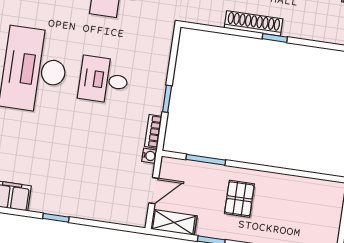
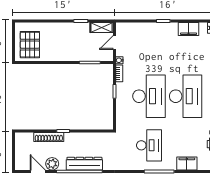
shoe rack: (254, 23) -> (49, 137), moved
desk: (104, 80) -> (149, 96), width x1.87, depth x1.30
pallet: (239, 199) -> (30, 45), moved, width x1.50, depth x1.42

